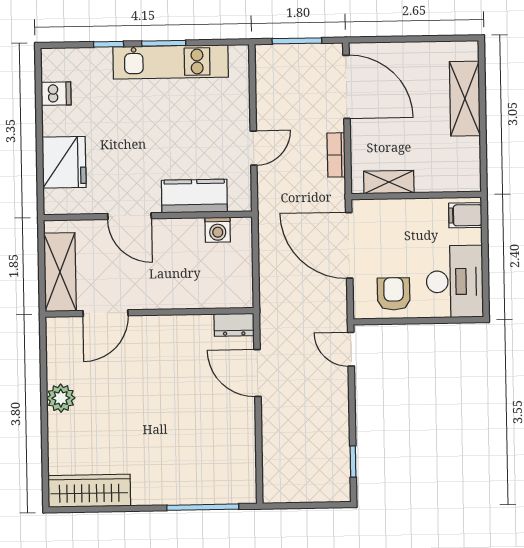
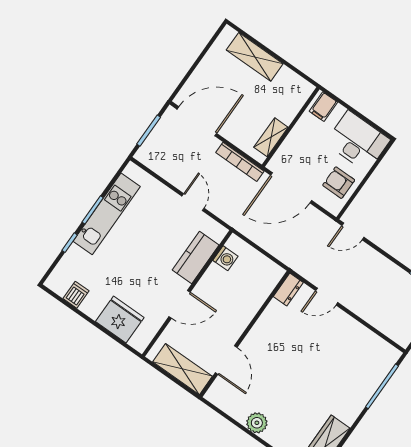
bookcase: (336, 155) -> (240, 162), width x1.56
door: (257, 373) -> (327, 297), width x0.73

